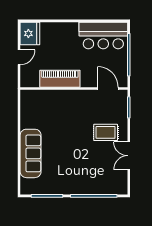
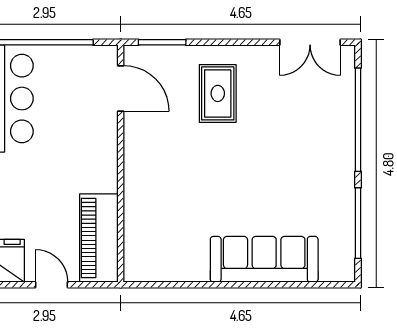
piano: (60, 79) -> (99, 238), moved
door: (108, 89) -> (121, 88), swing flipped
double door: (129, 156) -> (310, 42), moved

